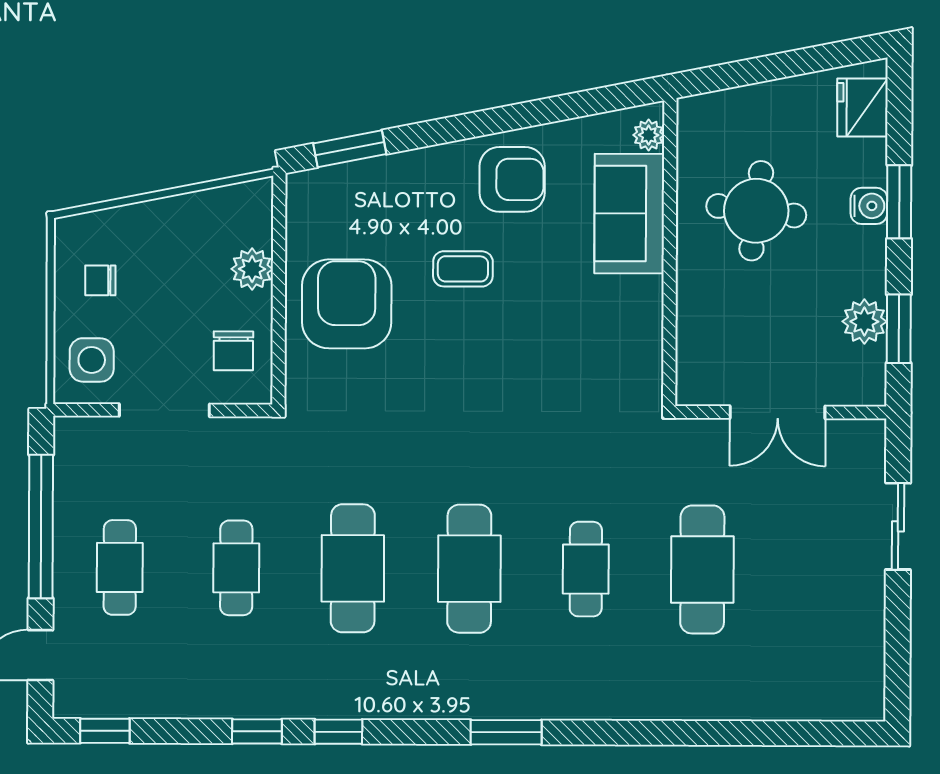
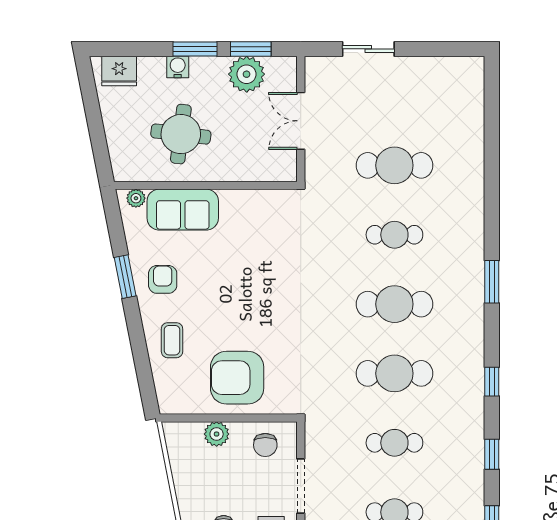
window: (350, 149) -> (125, 277), moved
armchair: (512, 179) -> (163, 279), width x0.72, depth x0.72
window: (899, 202) -> (195, 49), moved
coffee table: (463, 269) -> (172, 340), moved
plant: (864, 322) -> (247, 74), width x1.36, depth x1.36
chair: (233, 351) -> (265, 445), turned 90
double door: (778, 412) -> (301, 121), swing flipped
window: (257, 731) -> (492, 454), moved

